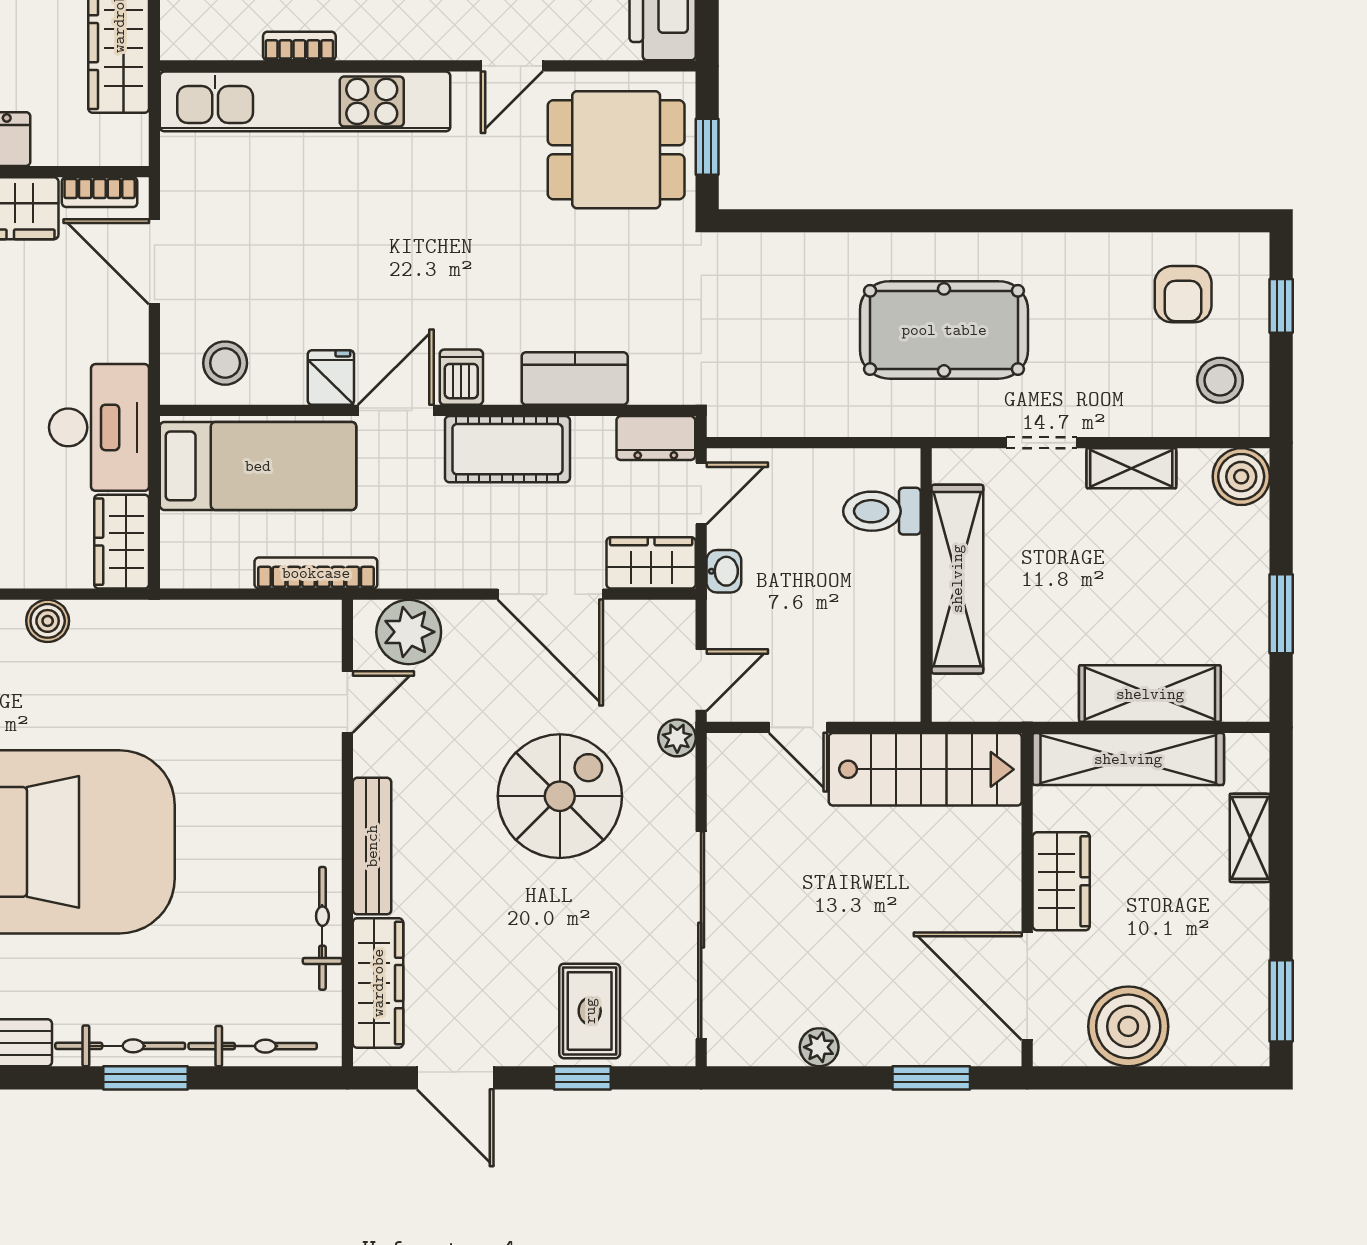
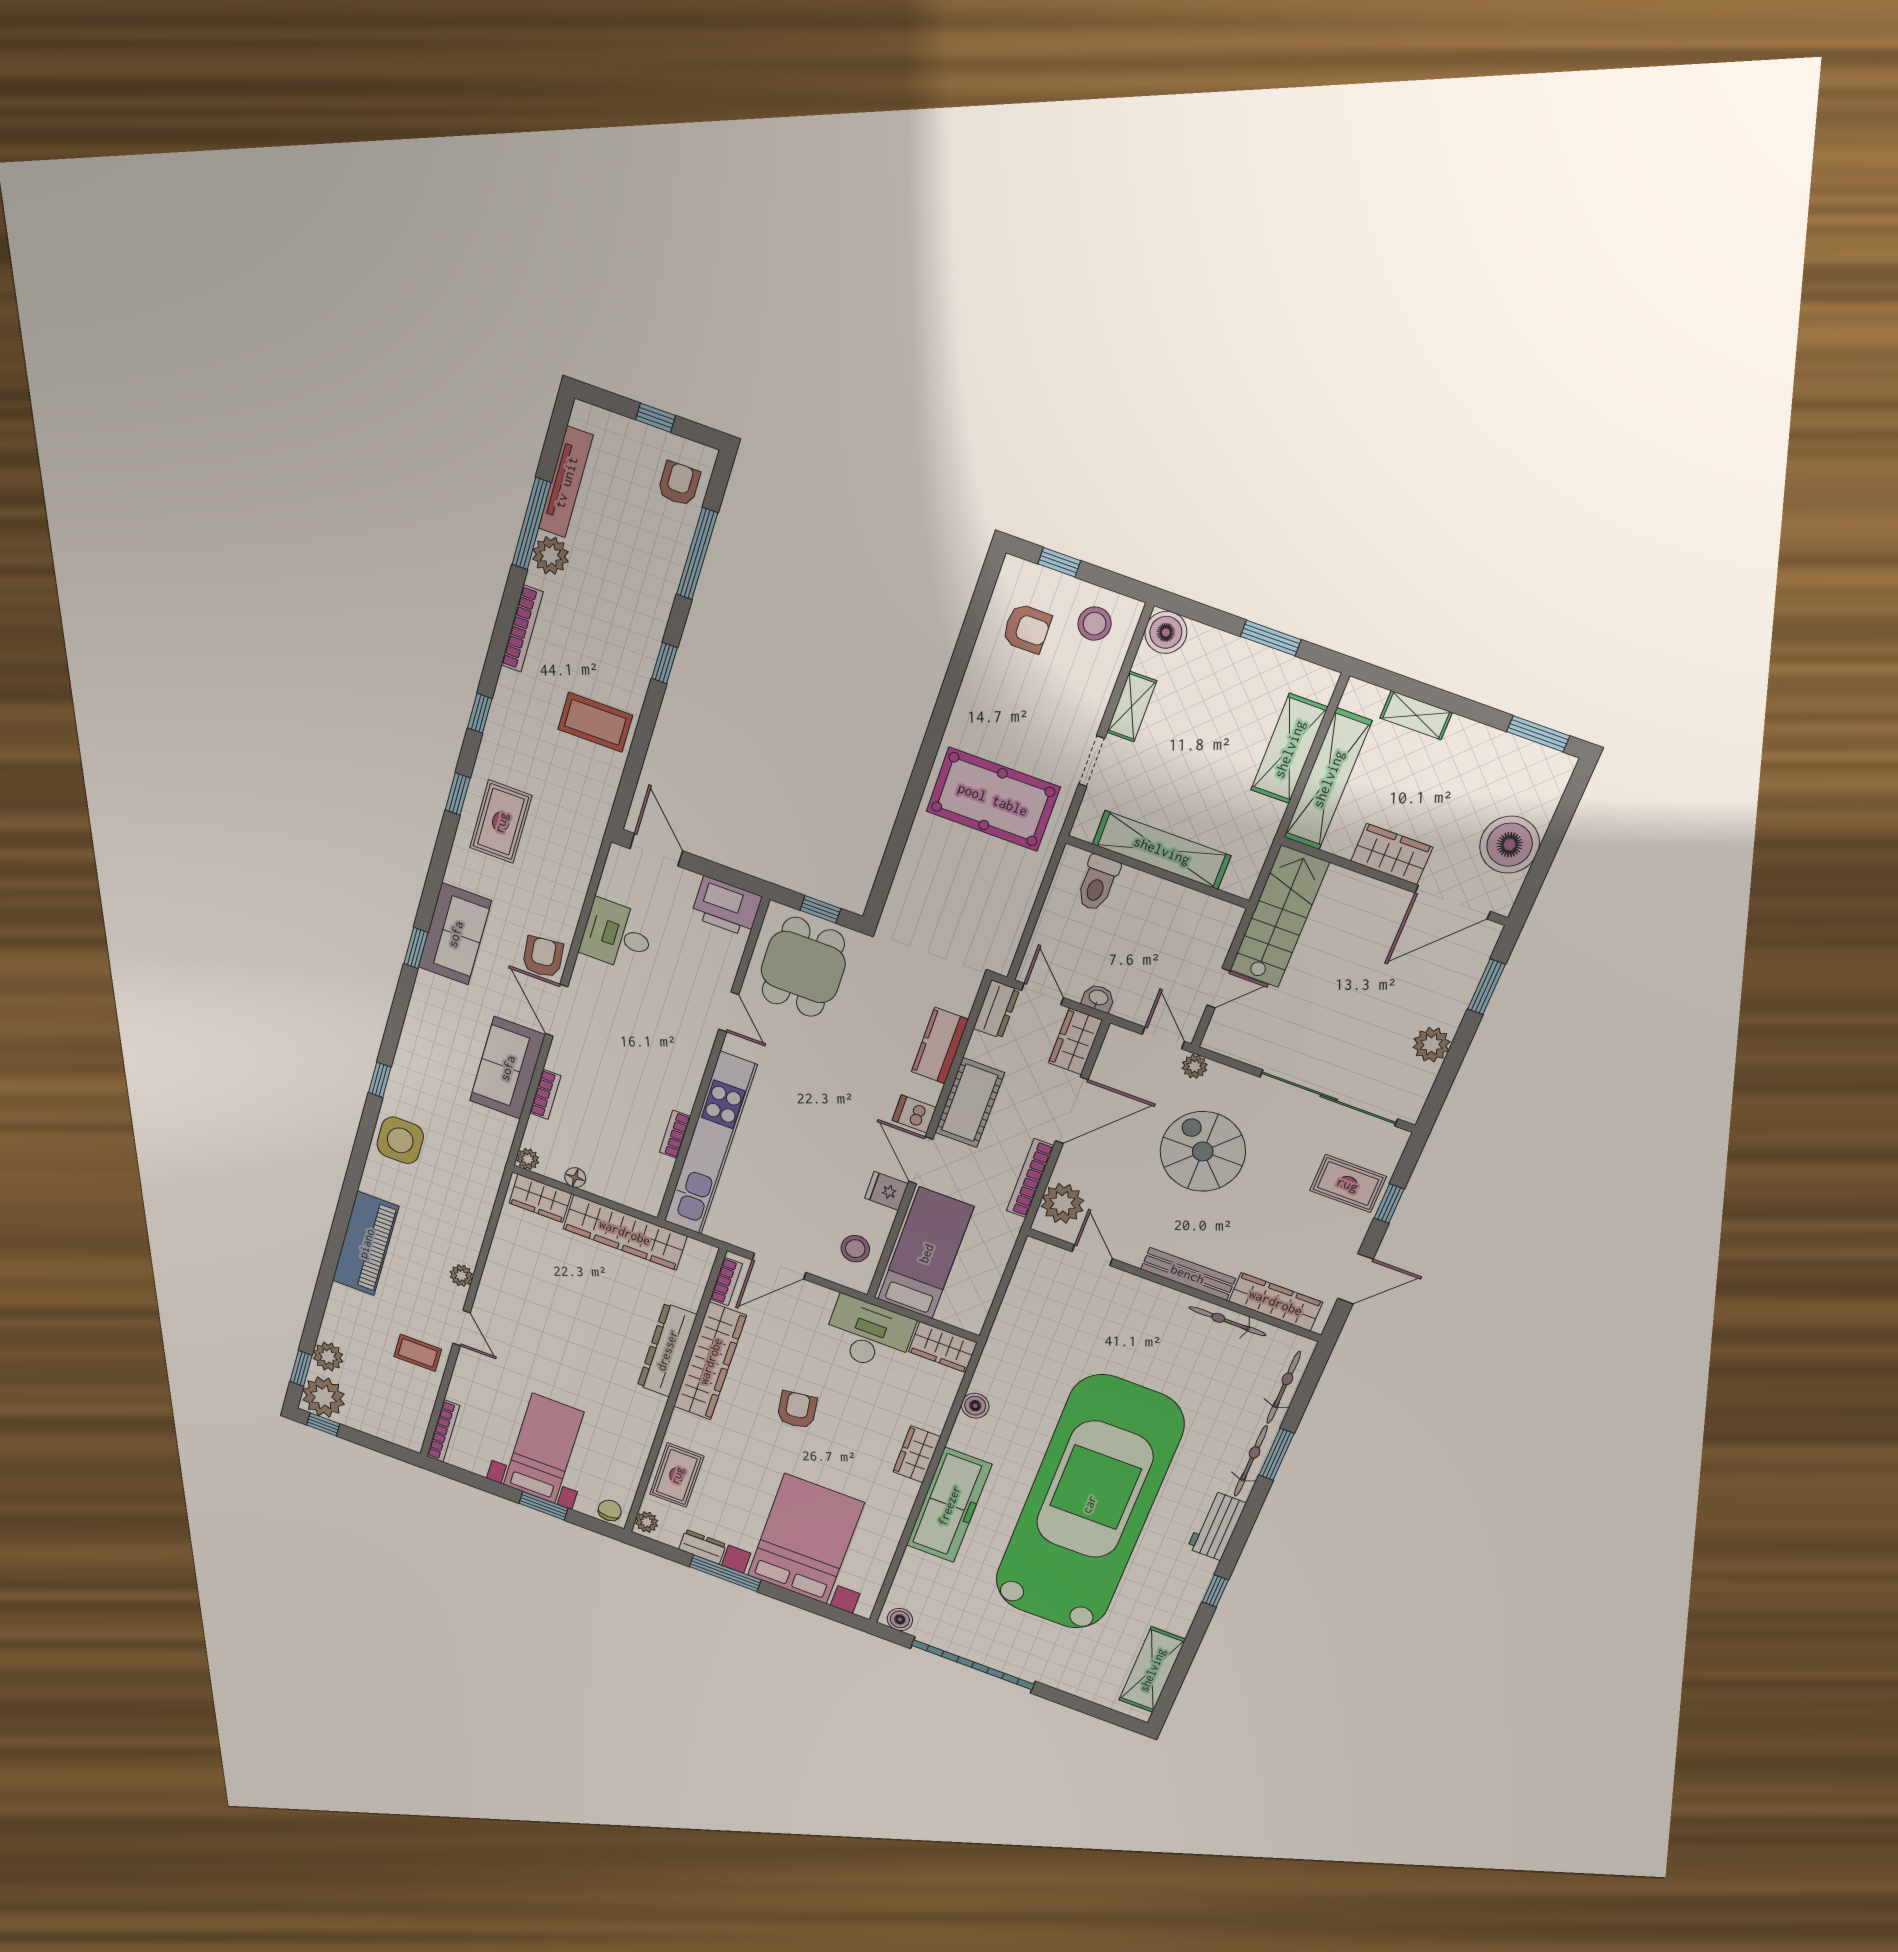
pool table: (944, 330) -> (993, 799), turned 90
bookcase: (316, 573) -> (1030, 1178), moved
plant: (819, 1047) -> (1431, 1045), width x1.38, depth x1.38

